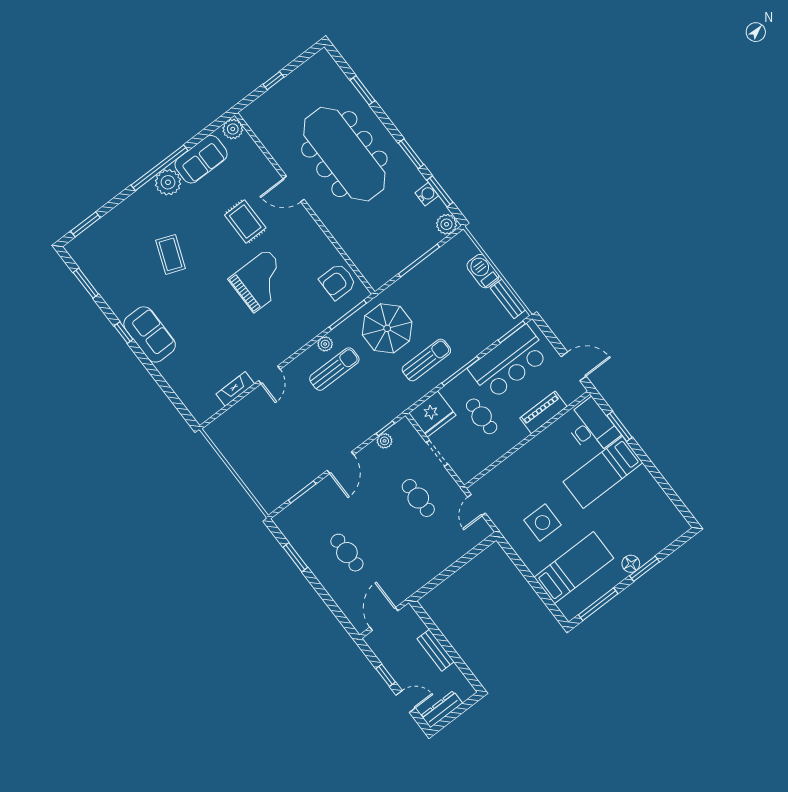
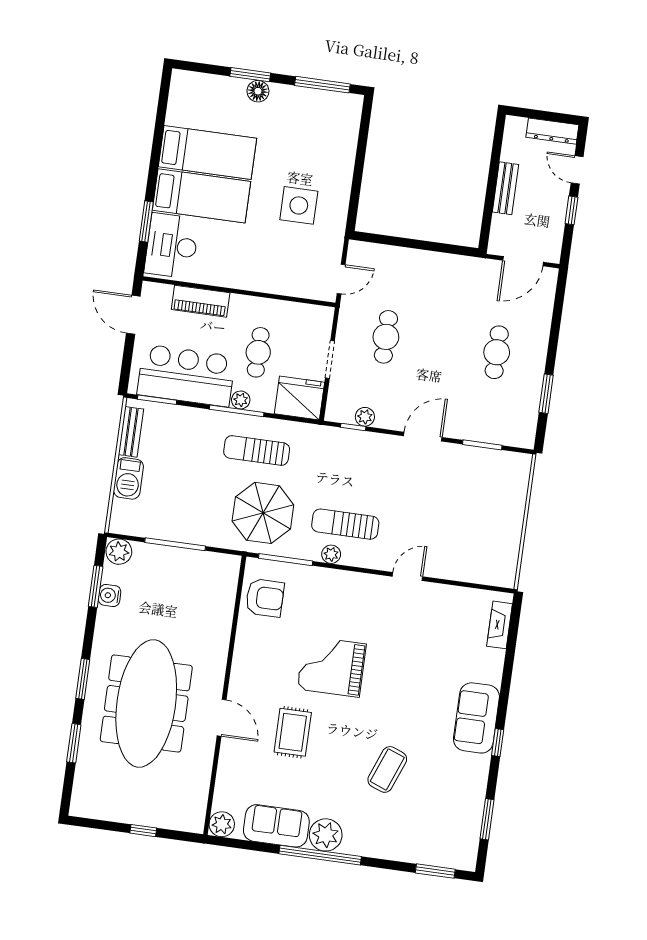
window: (411, 154) -> (83, 679), moved
plant: (464, 379) -> (241, 400), added
fireplace: (235, 389) -> (500, 625), moved, turned 90
bed: (574, 568) -> (207, 153), moved, turned 180

